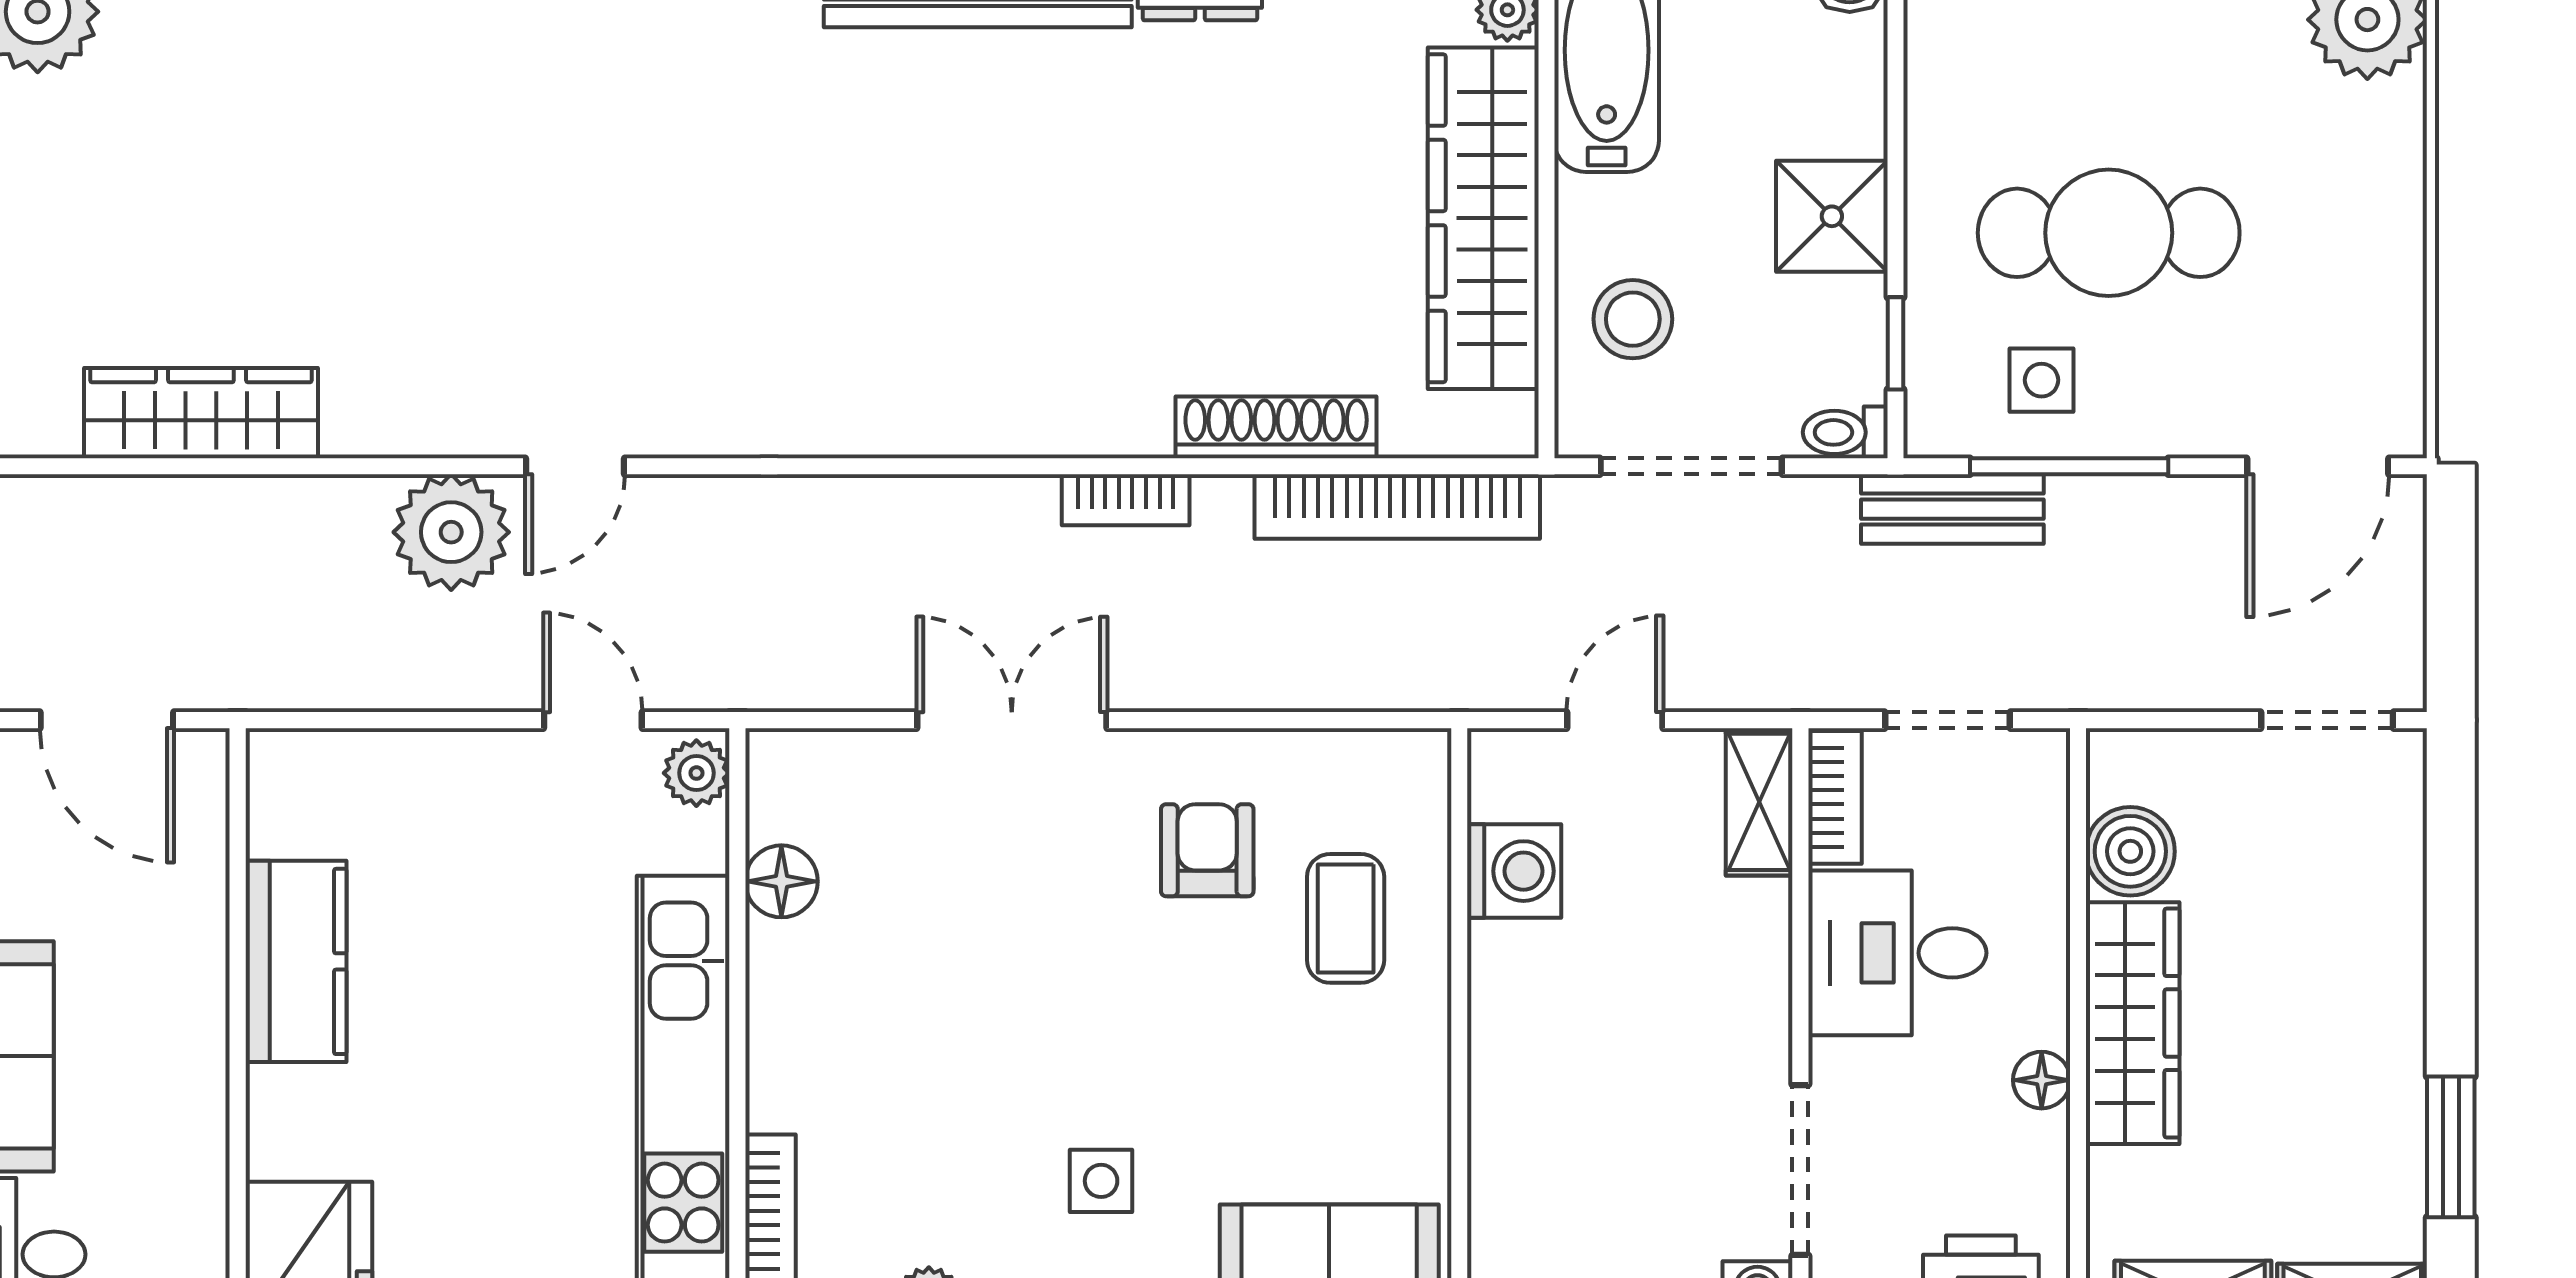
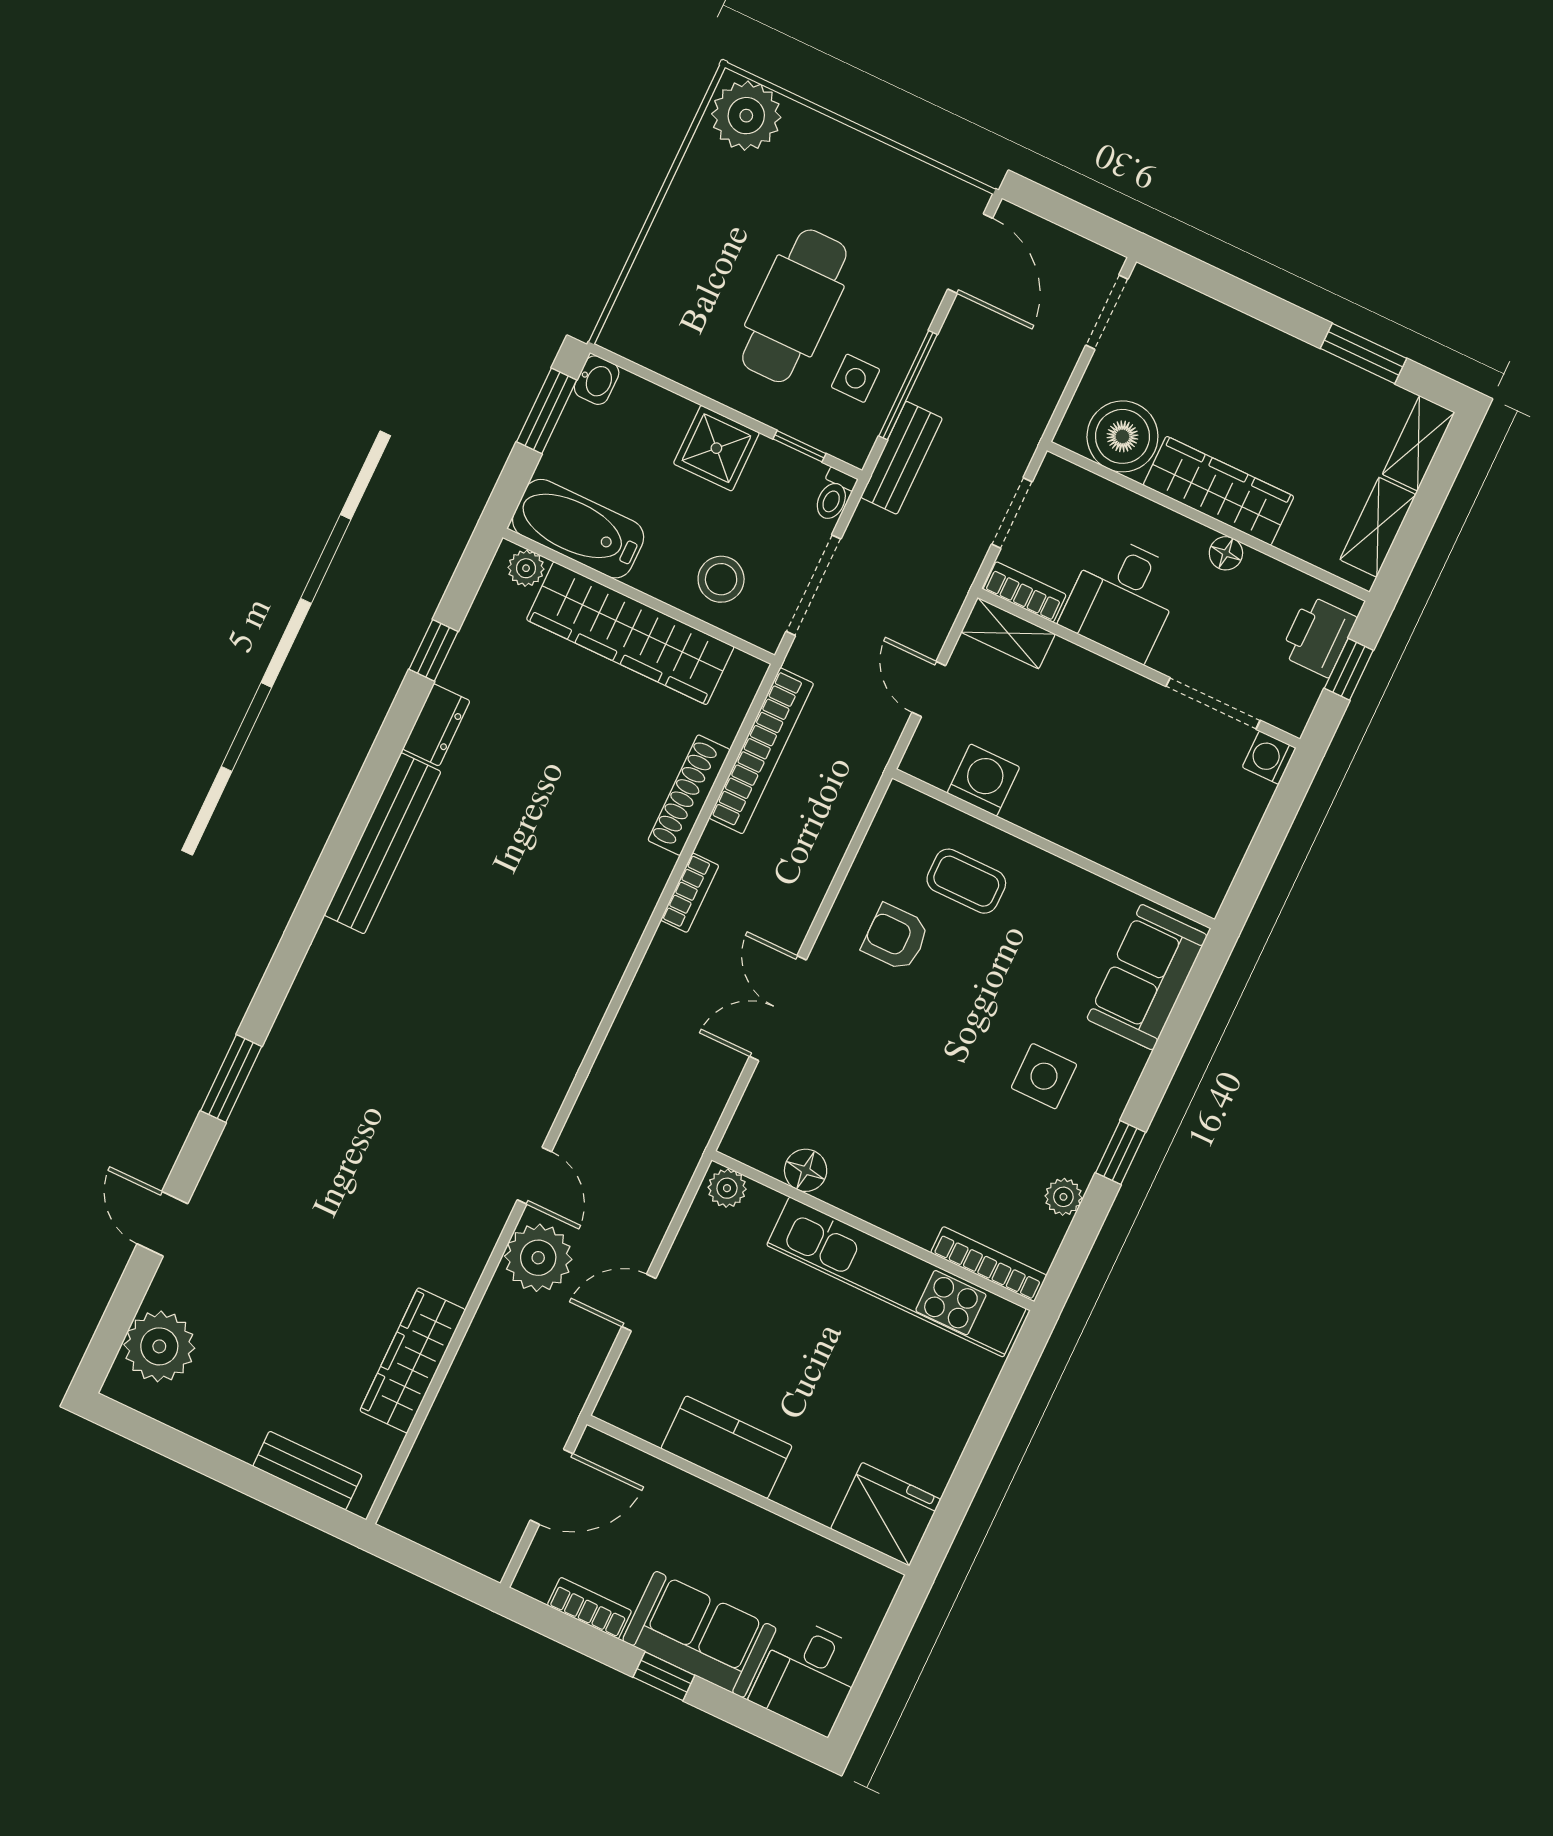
door: (593, 720) -> (639, 1302), moved
boiler: (2130, 851) -> (1122, 436), width x1.37, depth x1.37
side table: (1101, 1181) -> (1044, 1076), width x1.37, depth x1.37

